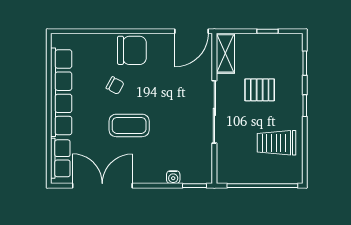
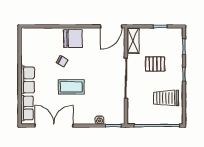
row of seats: (61, 92) -> (28, 80), width x0.50

